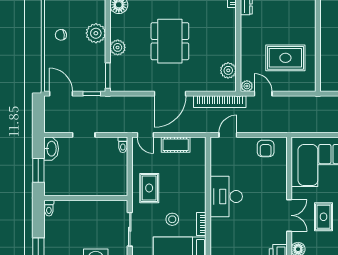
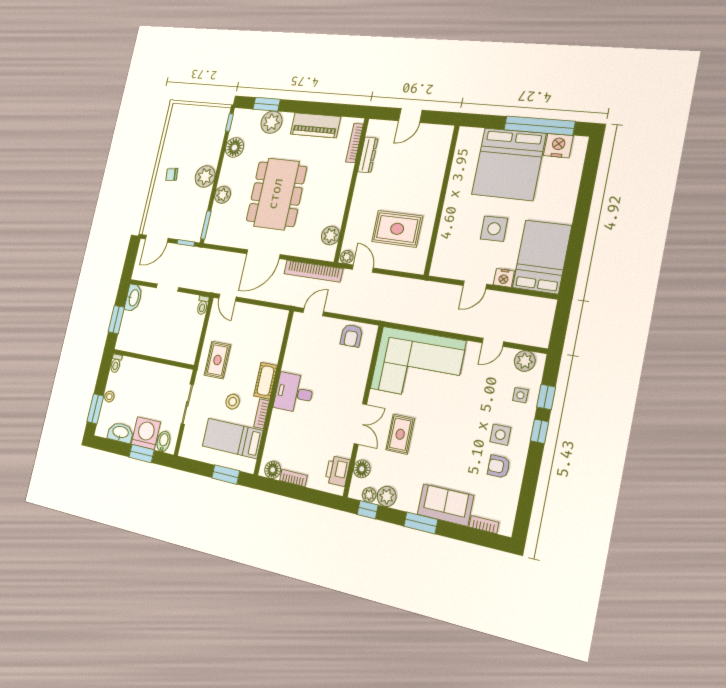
dining table: (170, 41) -> (276, 194), width x1.36, depth x1.24
door: (61, 94) -> (157, 239), swing flipped
cot: (176, 145) -> (266, 381), moved, turned 90
desk: (226, 196) -> (294, 393), width x0.73
stool: (50, 237) -> (109, 397), added

